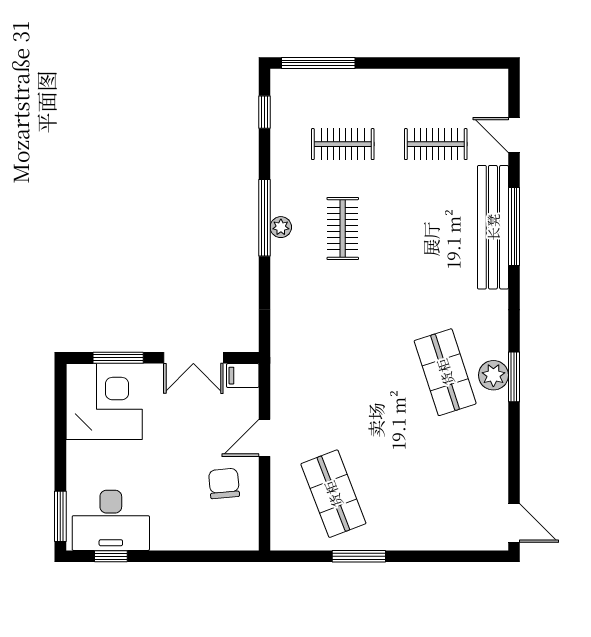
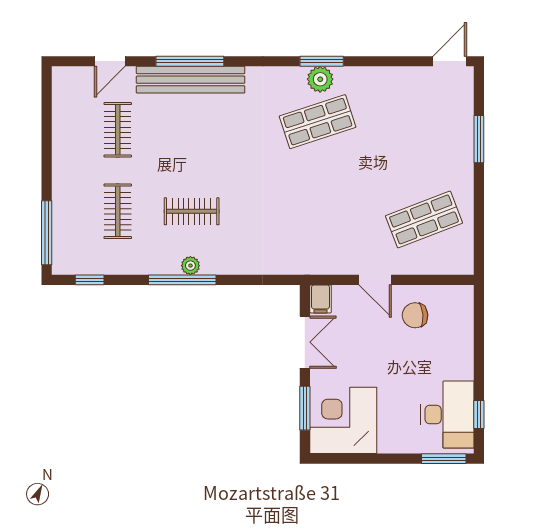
window: (359, 556) -> (479, 139), moved

